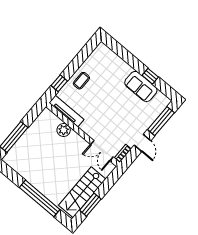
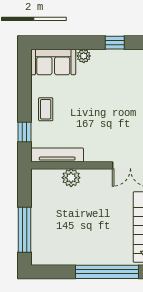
plant: (127, 69) -> (84, 56), added
sofa: (141, 86) -> (53, 62), moved

